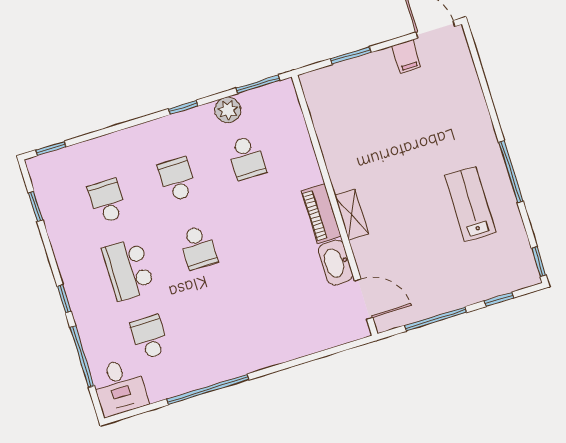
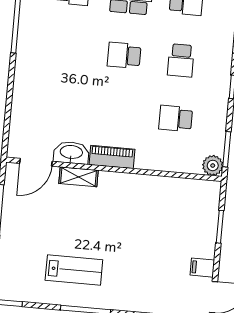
plant: (228, 110) -> (213, 165), moved
school desk: (177, 180) -> (181, 60), turned 90
shelving: (352, 215) -> (78, 177), moved

